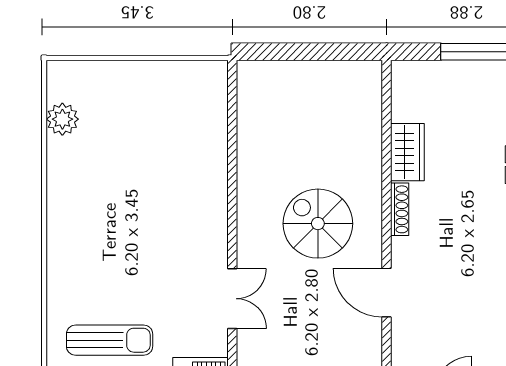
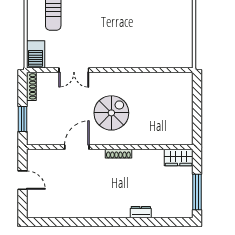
wardrobe: (407, 152) -> (179, 158), moved

